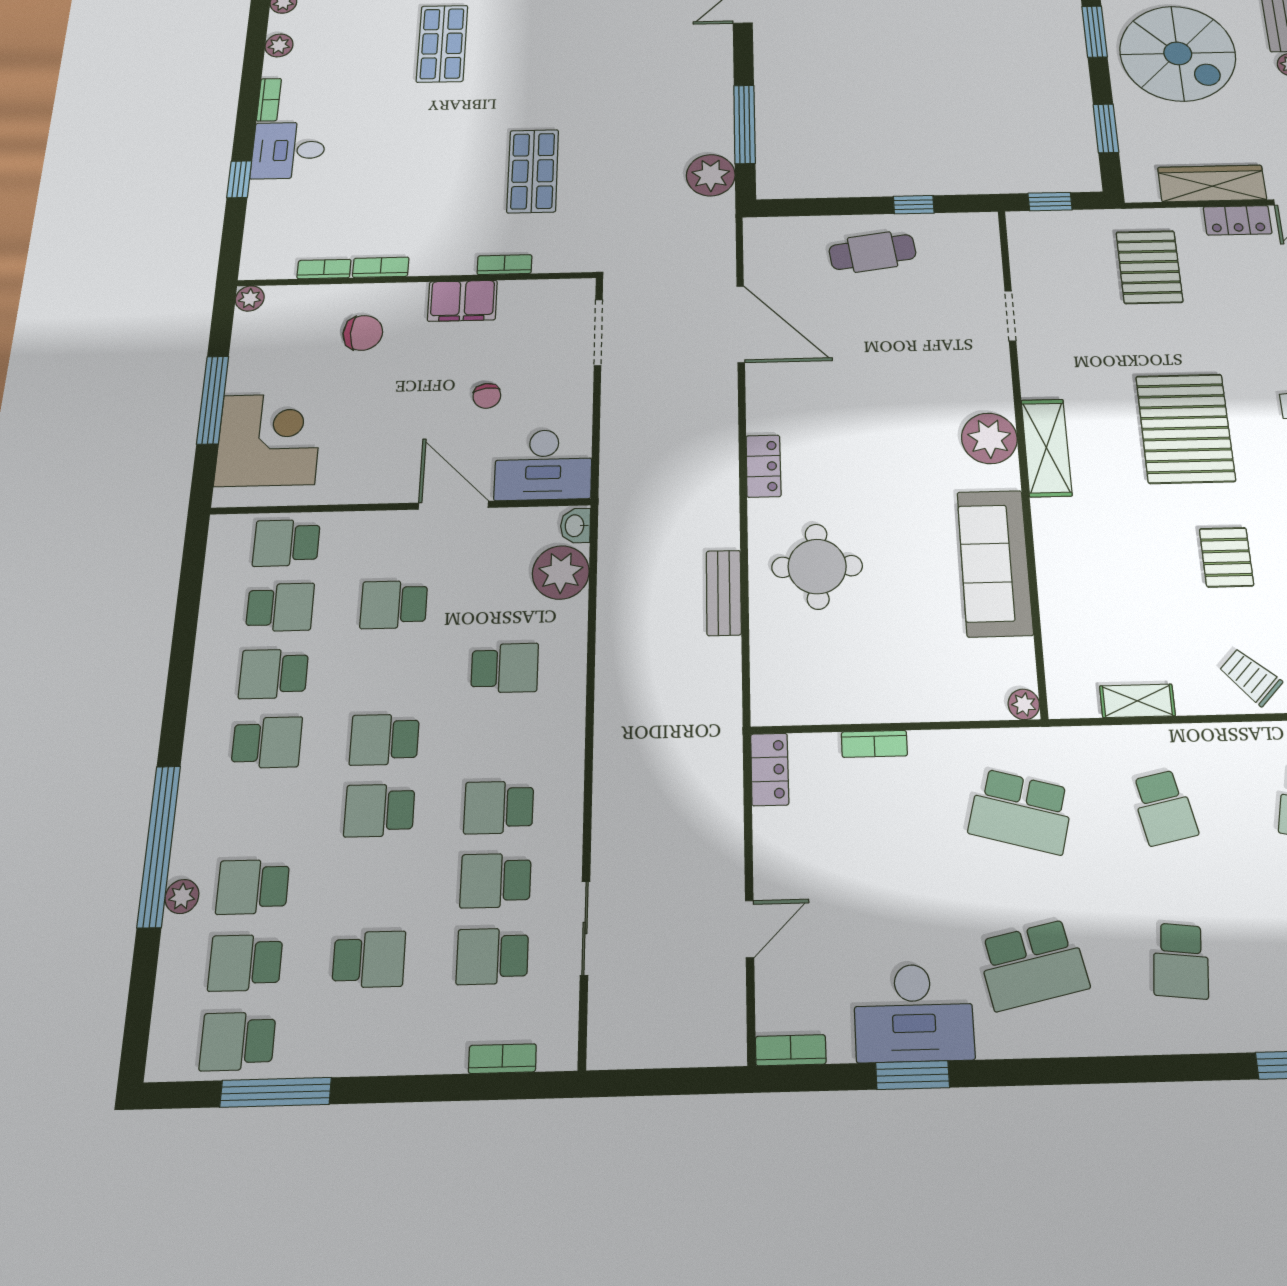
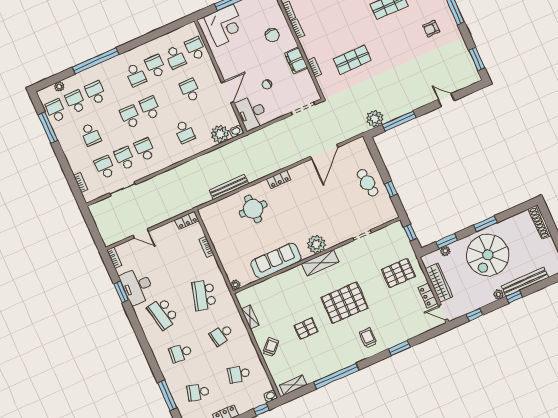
plant: (1131, 141) -> (445, 251), added
bench: (724, 593) -> (229, 187), width x1.36
plant: (182, 897) -> (59, 86), moved

